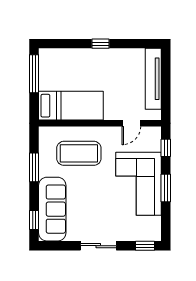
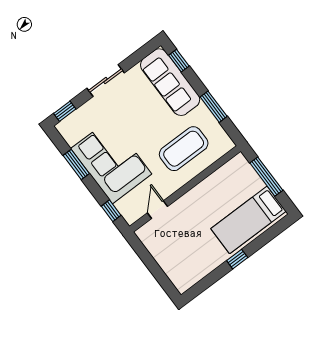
window: (34, 74) -> (266, 177), moved
tv unit: (153, 79) -> (168, 263), removed
bed: (71, 106) -> (248, 220), moved
window: (166, 188) -> (76, 165), moved

